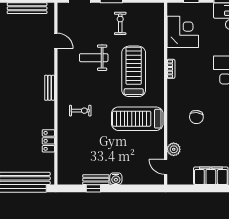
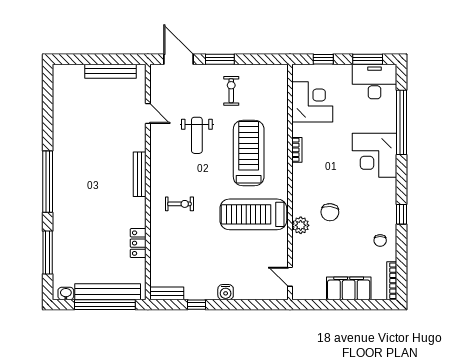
weight bench: (94, 58) -> (197, 135), turned -90
bench: (50, 88) -> (140, 174), width x1.36
plant: (174, 149) -> (301, 225), moved
bench: (96, 180) -> (167, 293), moved

